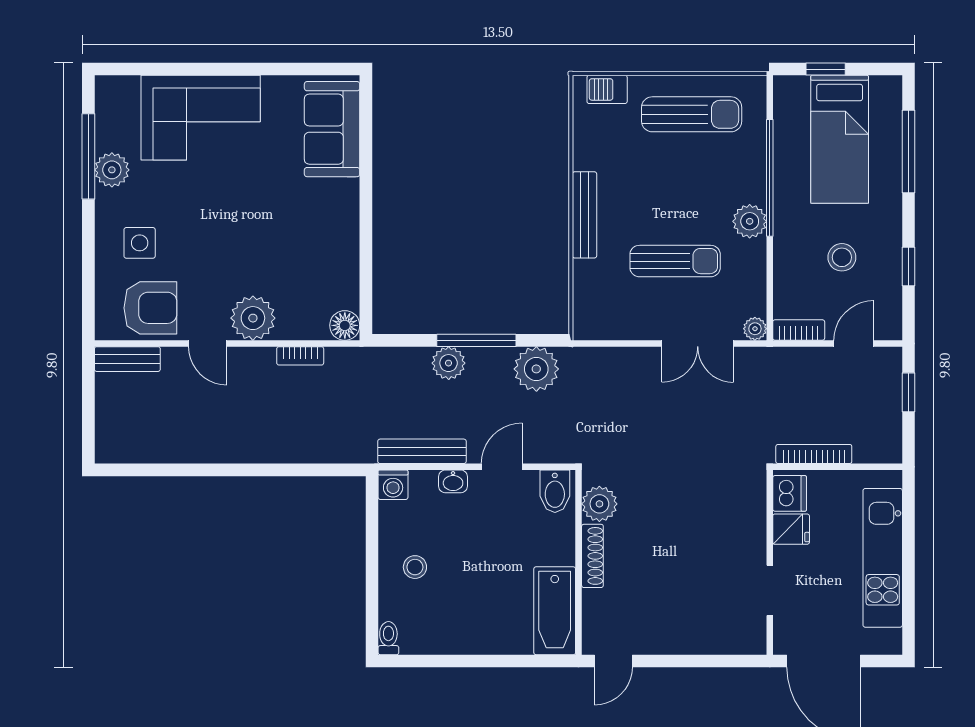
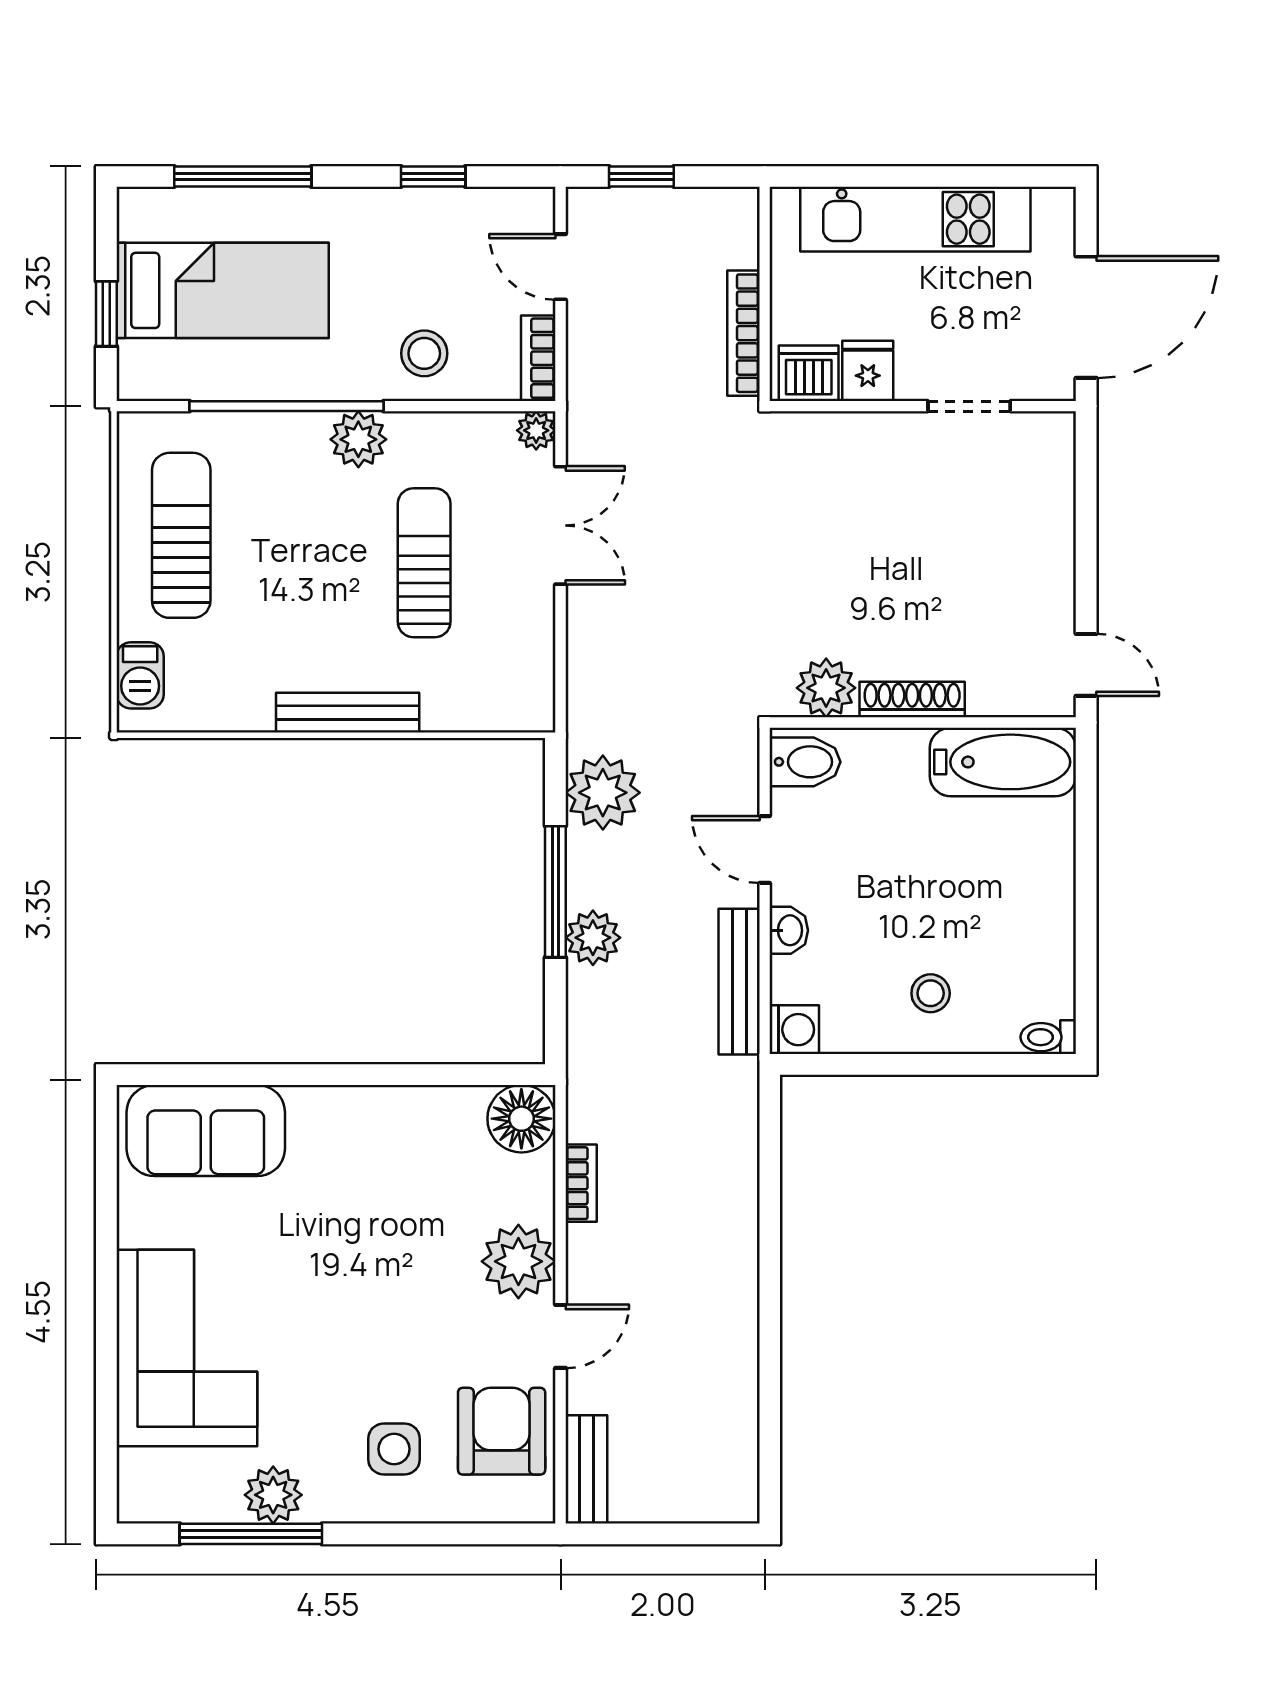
stool: (842, 257) -> (424, 353), moved
floor lamp: (345, 325) -> (521, 1119), width x1.38, depth x1.38

